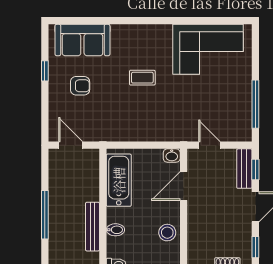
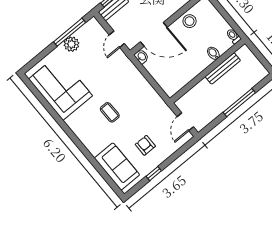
plant: (242, 96) -> (71, 44), added
bathtub: (119, 180) -> (182, 76), removed
door: (184, 186) -> (154, 34), width x1.36

